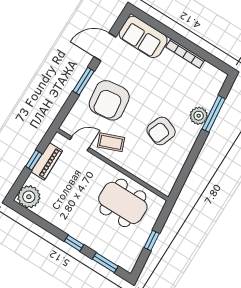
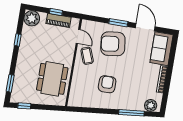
plant: (199, 116) -> (151, 105), moved
armchair: (161, 131) -> (107, 84), turned 69
window: (152, 240) -> (24, 106), moved
window: (74, 243) -> (18, 40), moved

